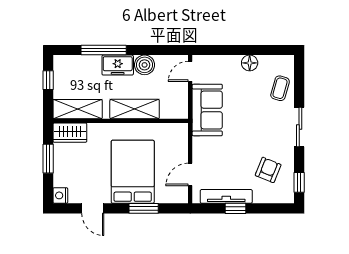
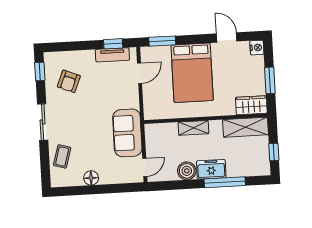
shelving: (135, 109) -> (193, 128), width x0.67, depth x0.75
tv unit: (226, 196) -> (112, 55), width x0.71
window: (144, 208) -> (162, 41), moved
window: (236, 208) -> (113, 44), moved

